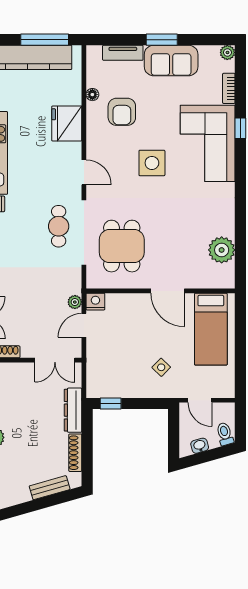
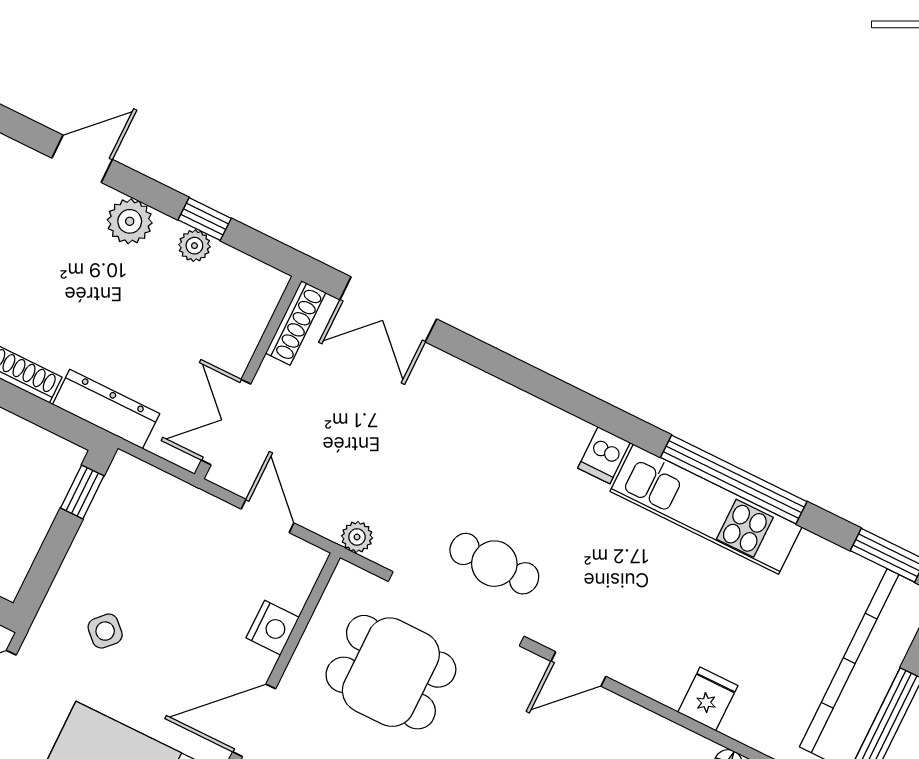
fridge: (67, 123) -> (708, 699), width x0.53, depth x0.75
plant: (75, 302) -> (357, 537), moved
nightstand: (95, 302) -> (273, 628), moved

